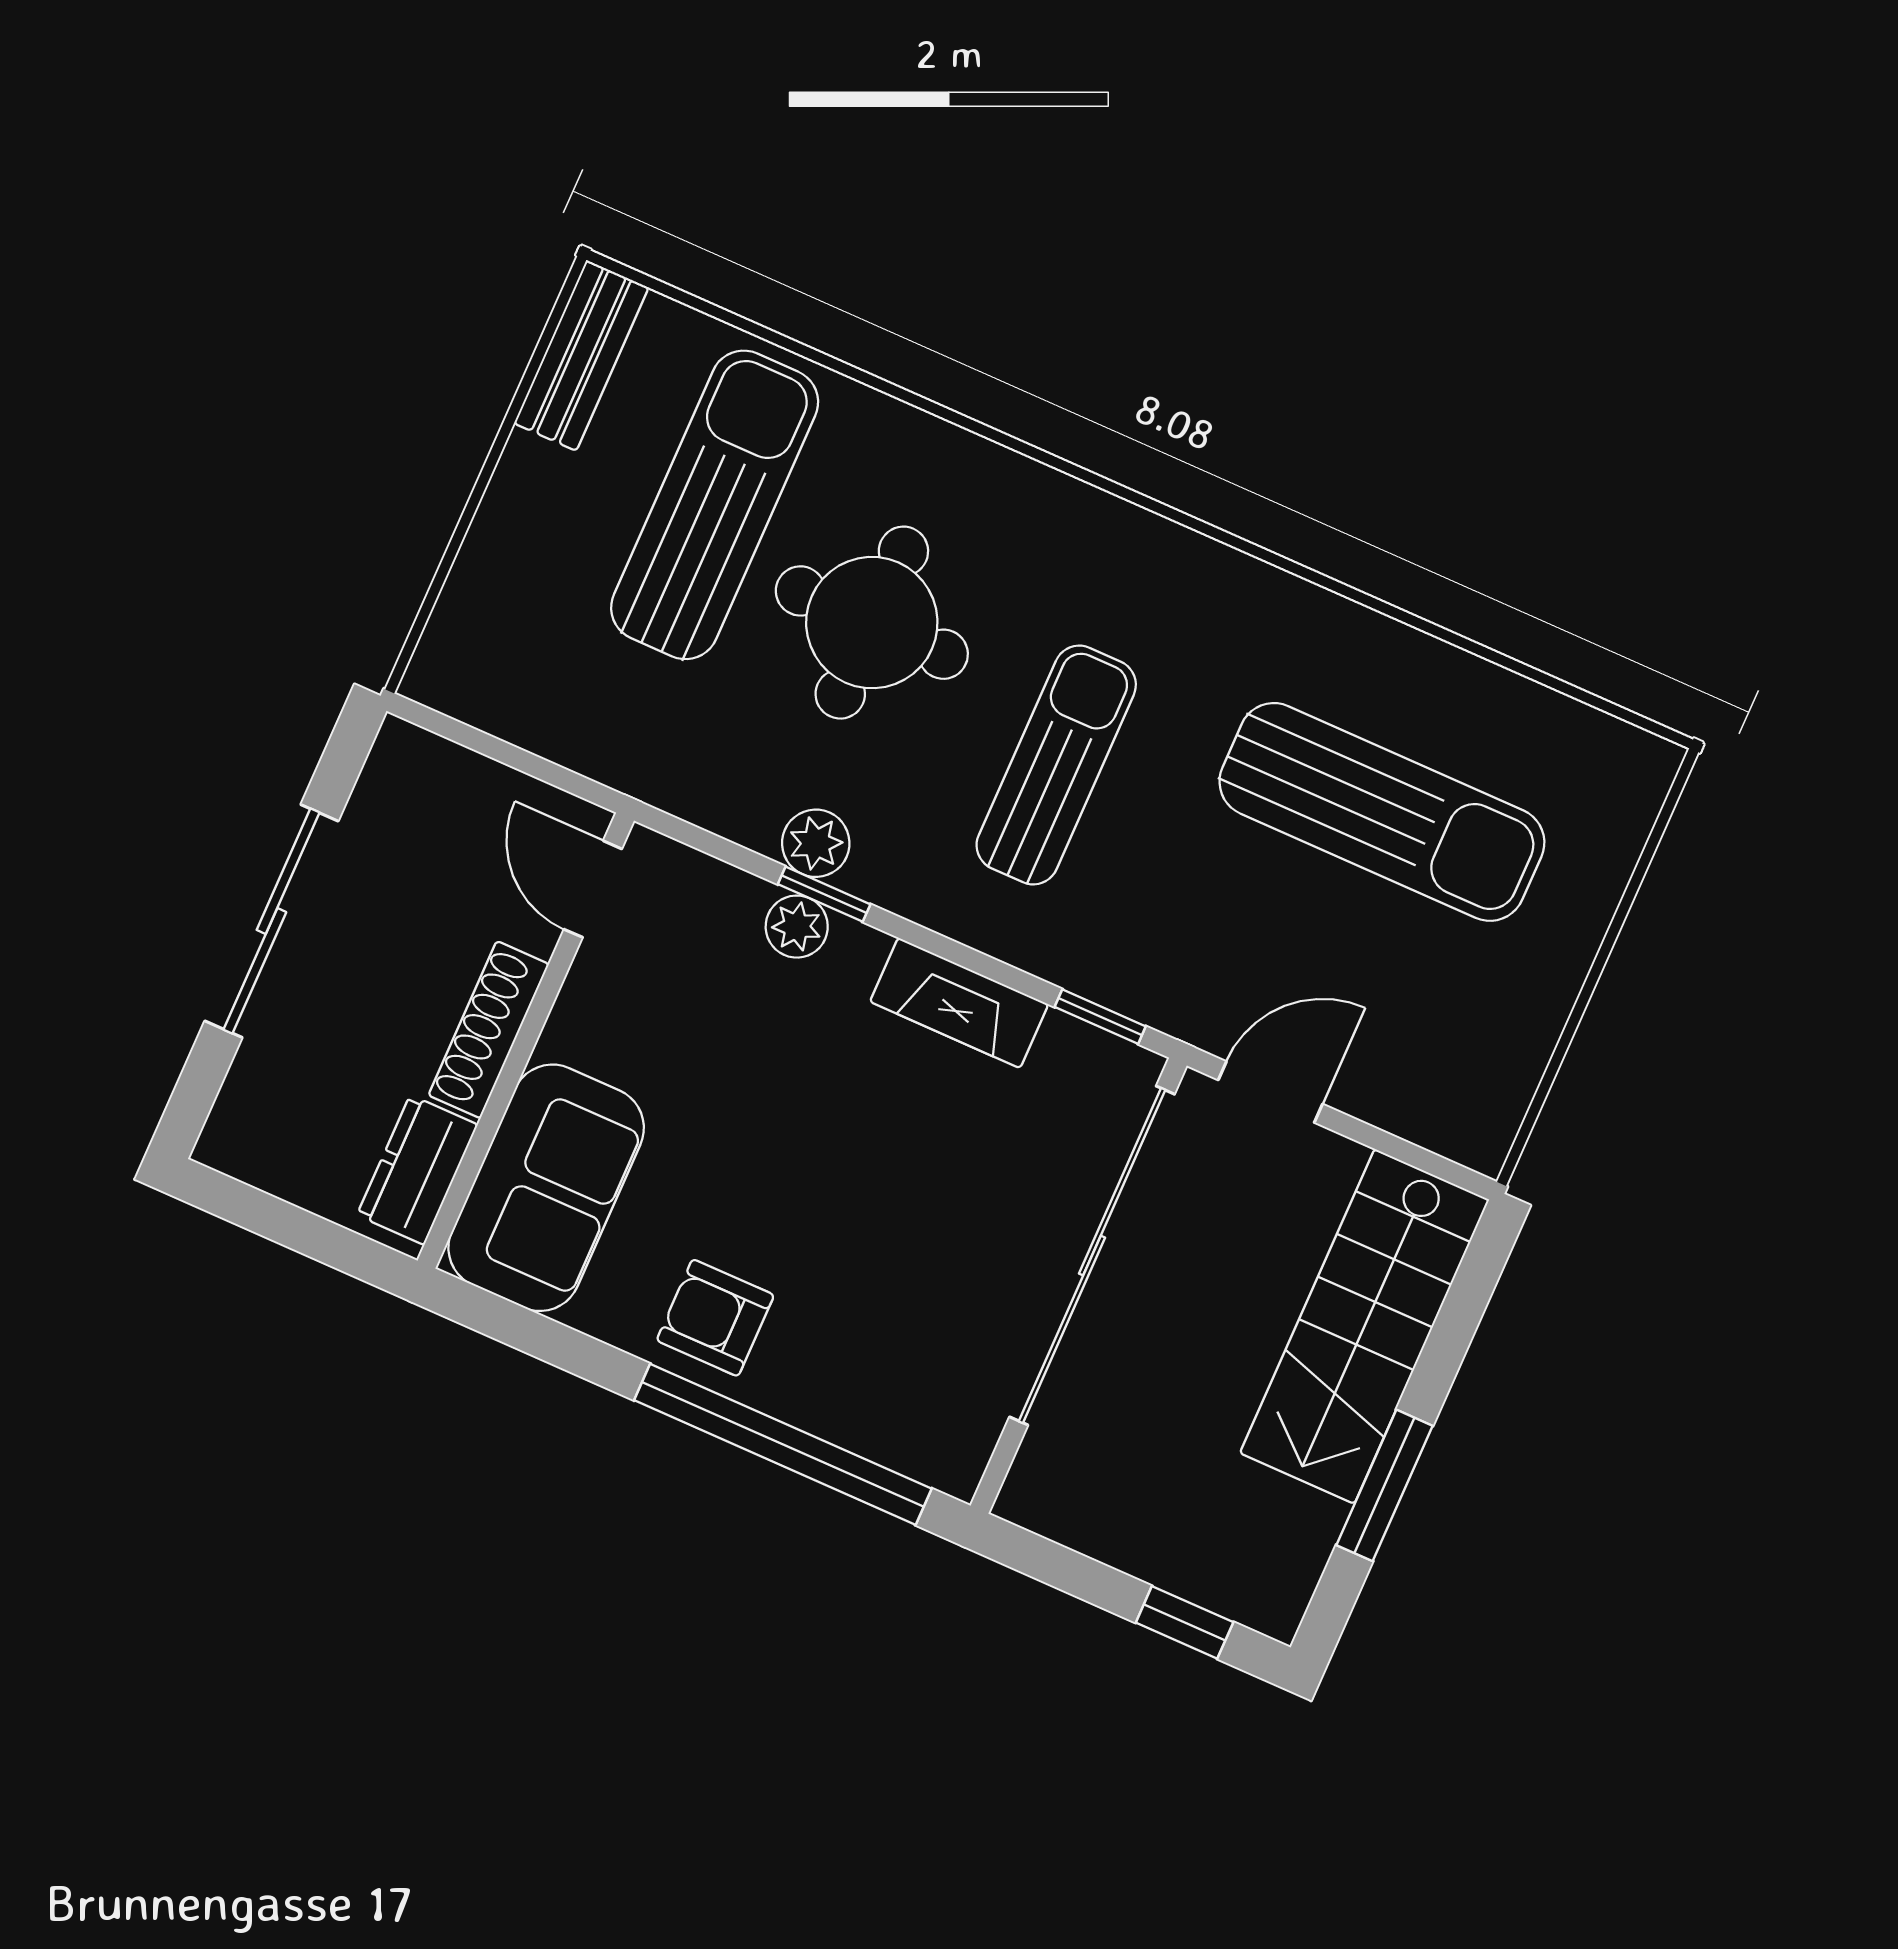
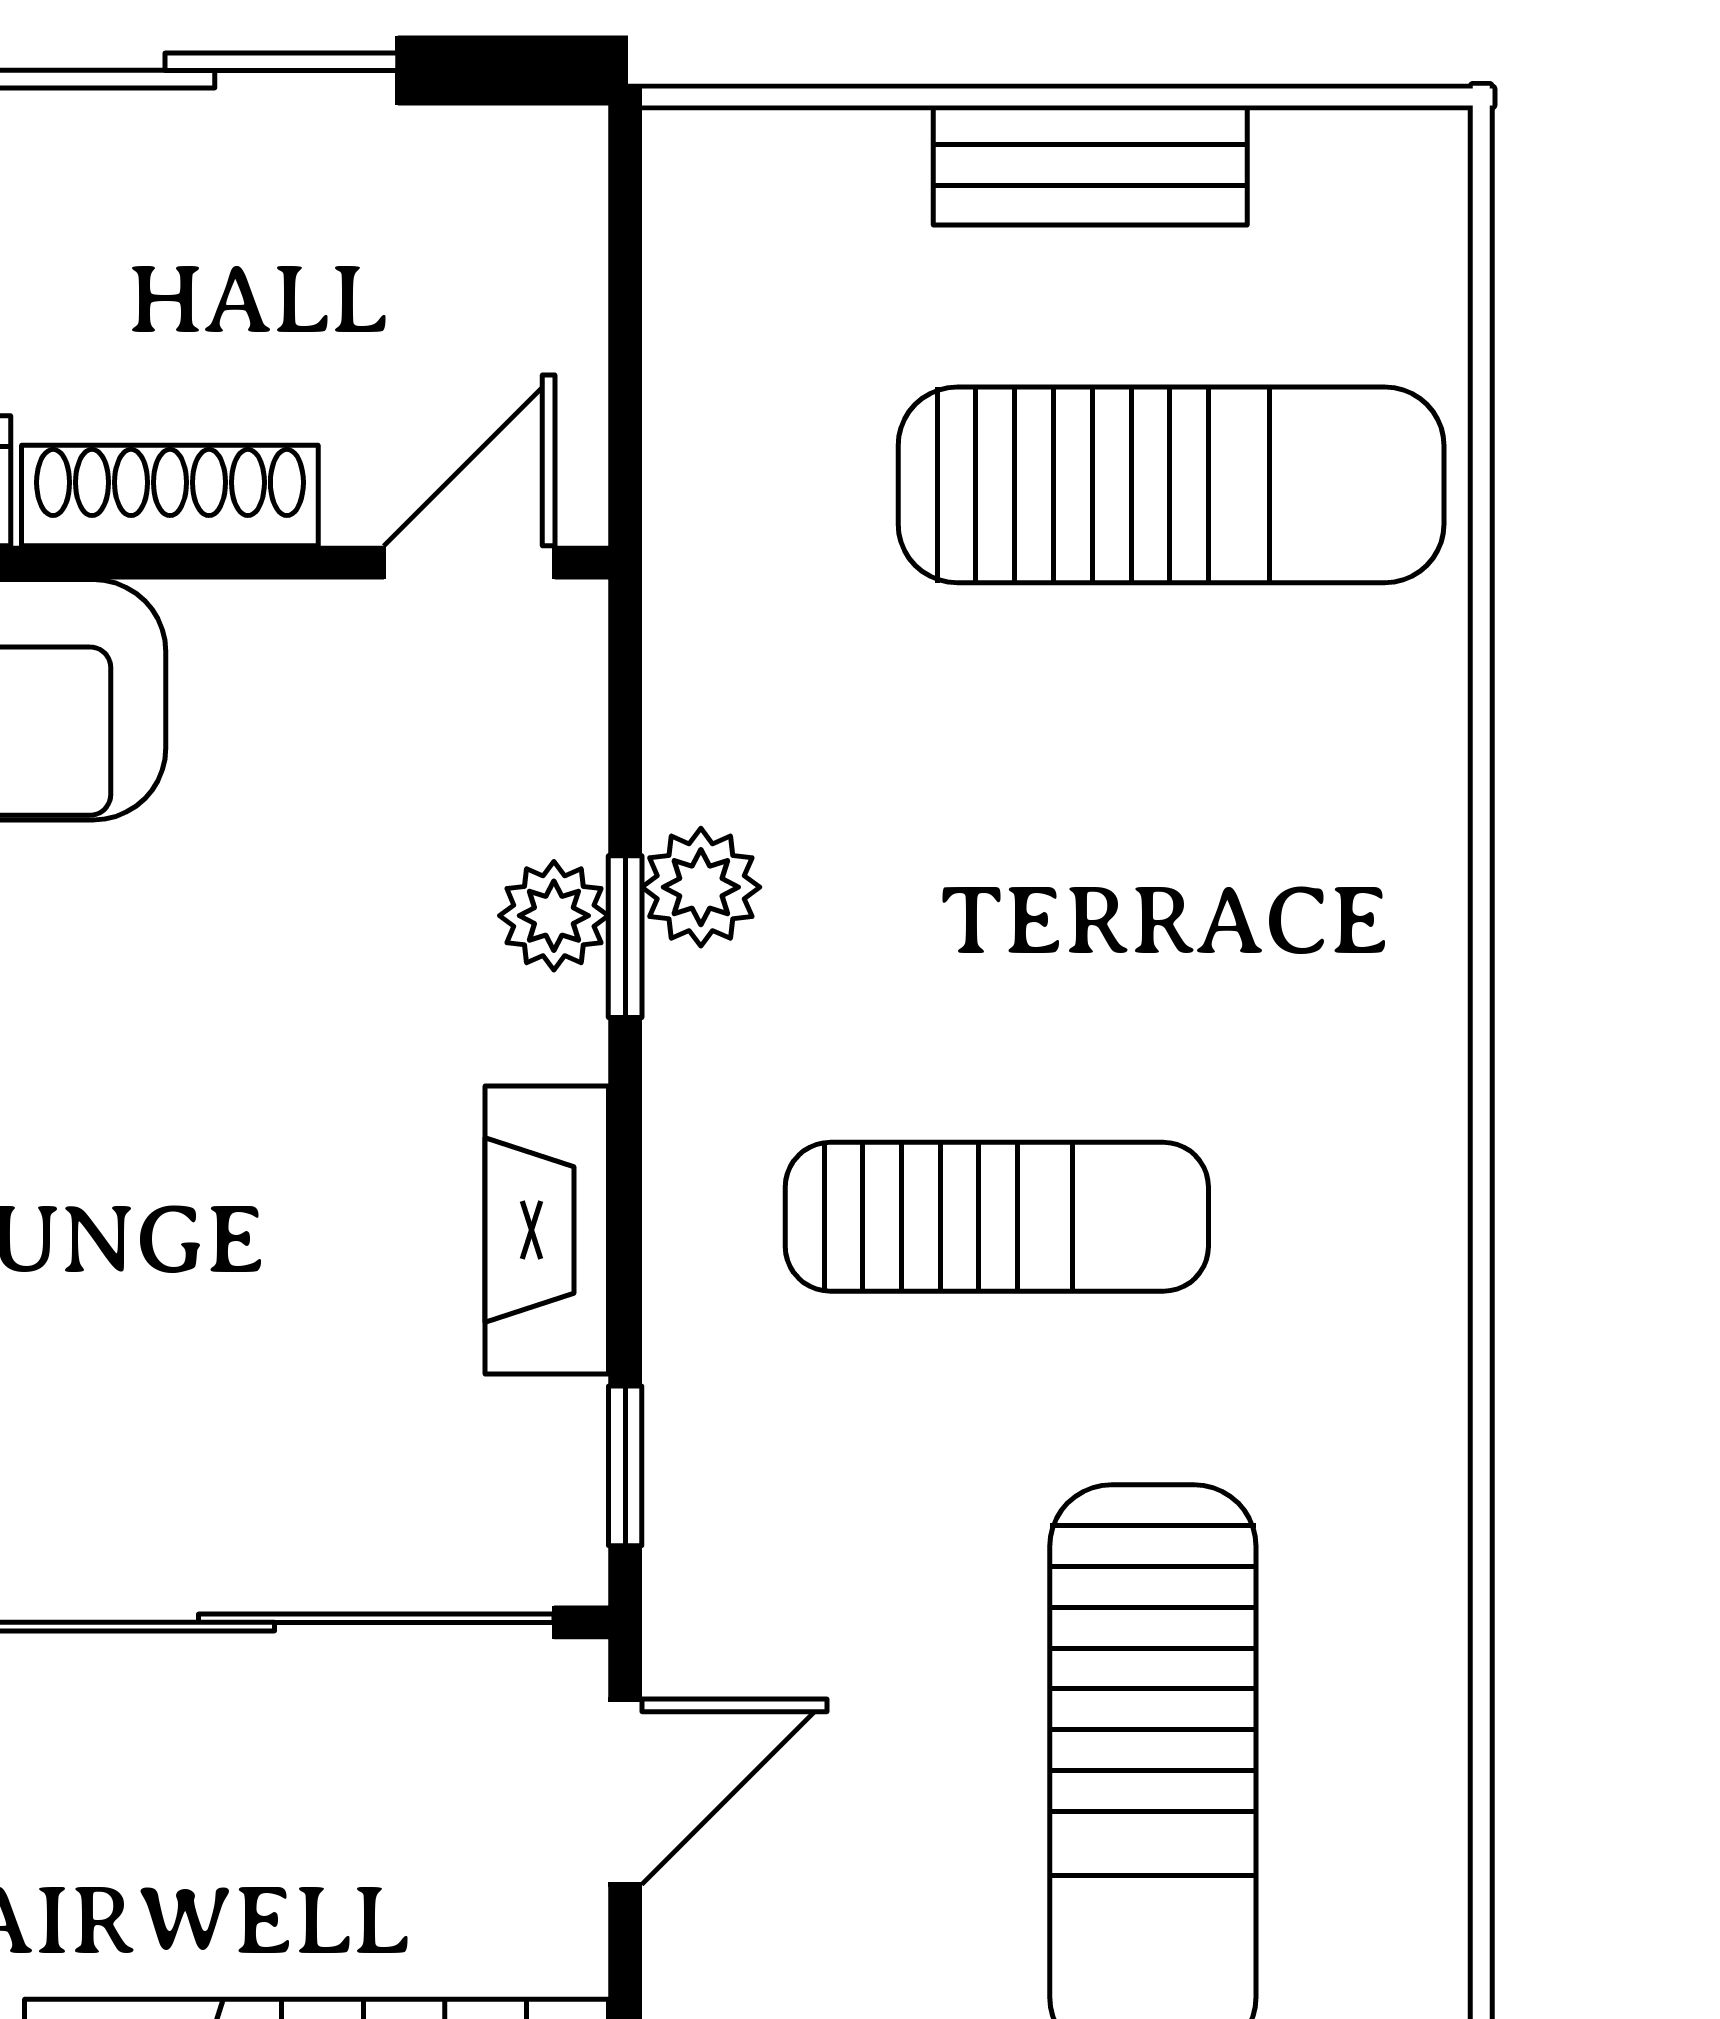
bench: (581, 355) -> (1090, 165), moved
round table: (872, 623) -> (1094, 820), removed
door: (1270, 1092) -> (625, 1792), hinge flipped

